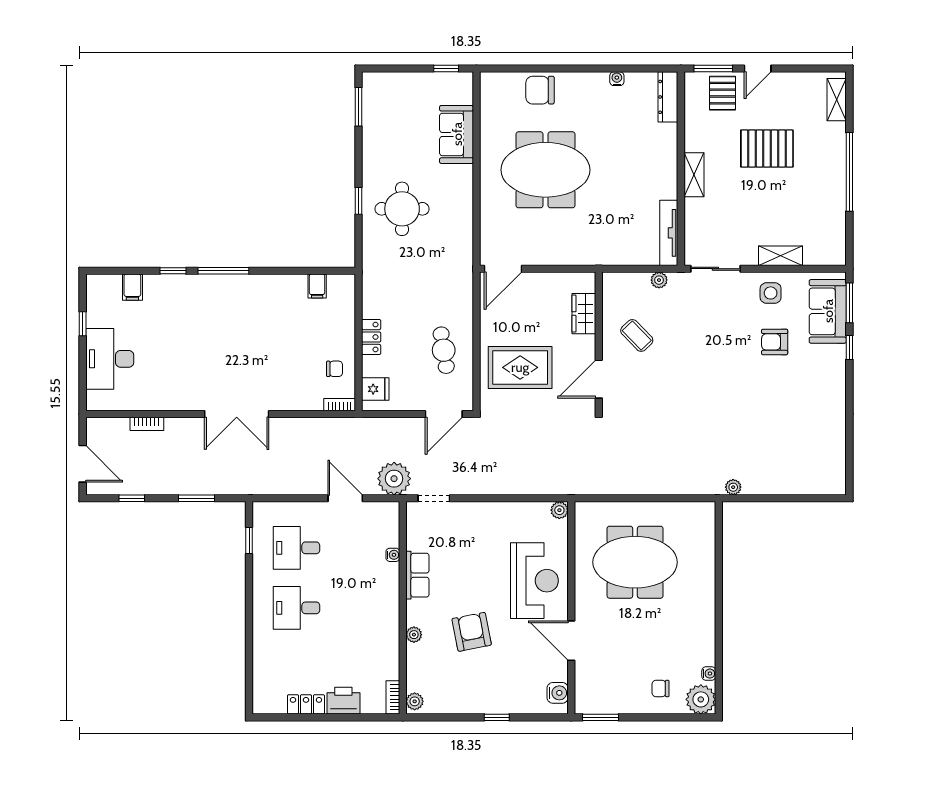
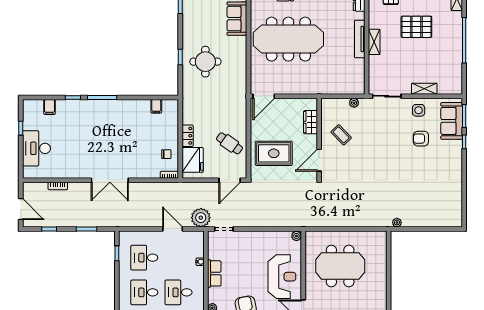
meeting table: (545, 170) -> (288, 39), width x1.36
tv unit: (669, 233) -> (360, 39), moved
cafe table: (444, 350) -> (229, 143), turned -46
fridge: (375, 389) -> (193, 160), width x1.88, depth x1.34
desk: (355, 608) -> (178, 292), added

